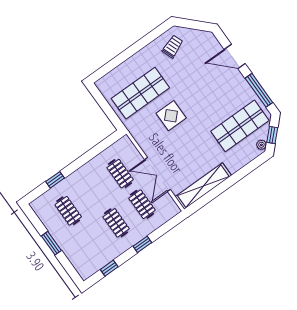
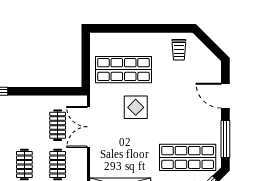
trolley: (173, 47) -> (179, 50), turned 111
double door: (157, 175) -> (89, 127), moved

